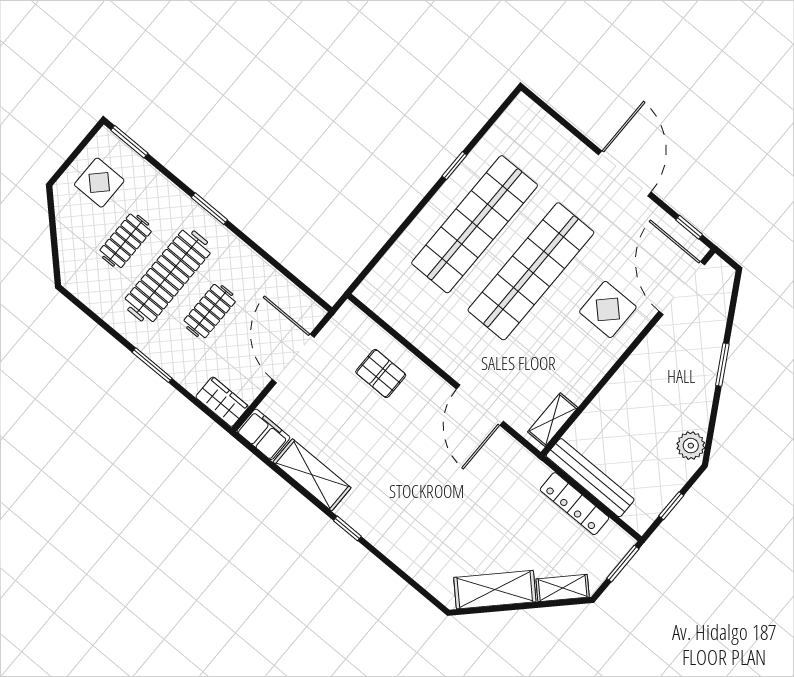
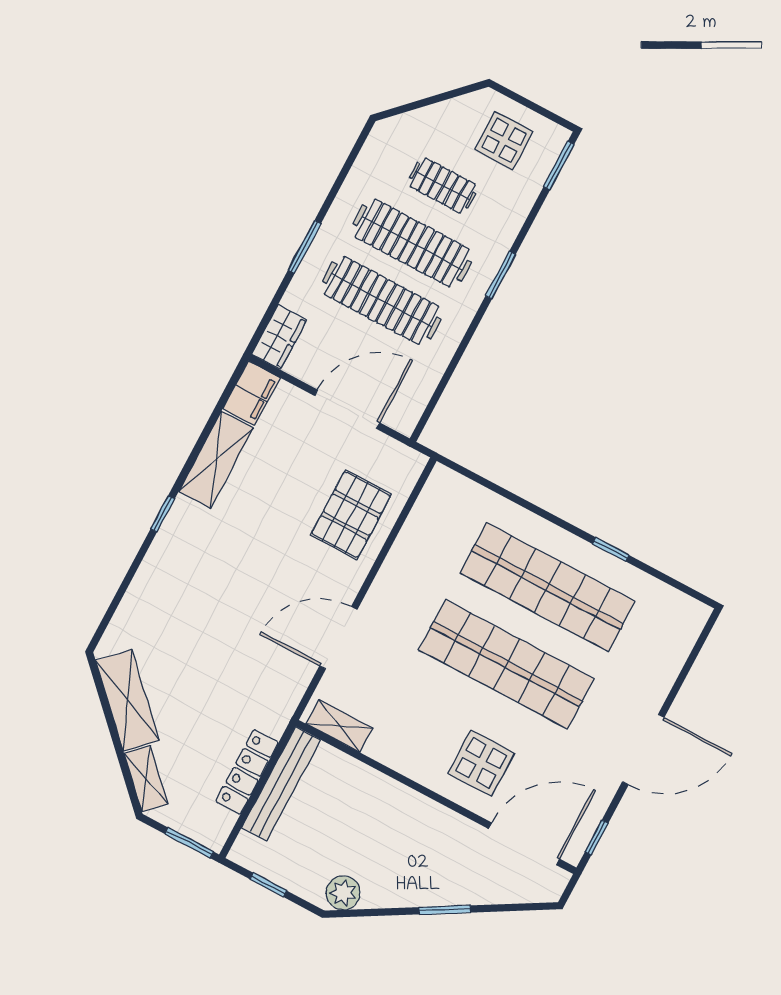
clothes rail: (210, 311) -> (382, 300), width x1.86, depth x1.31
pallet: (381, 374) -> (351, 515), width x1.50, depth x1.42

